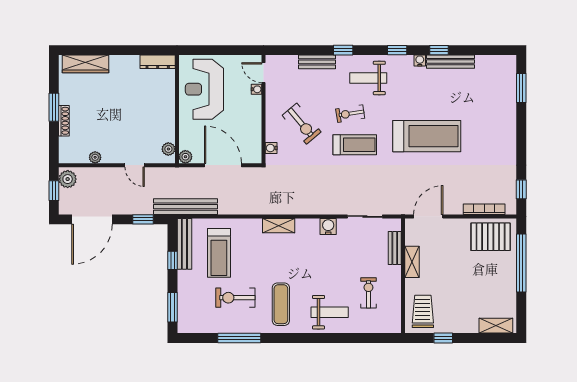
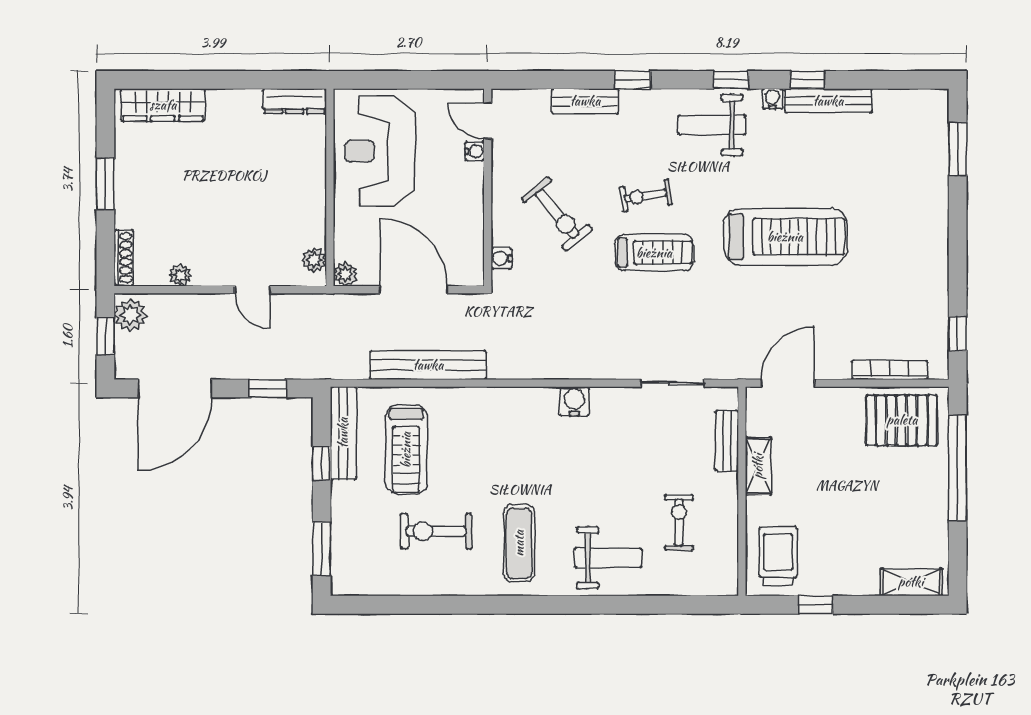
weight bench: (368, 78) -> (712, 125), moved
shoe rack: (64, 121) -> (124, 258), moved
bench: (186, 207) -> (428, 365), moved
shelving: (279, 226) -> (515, 400), removed
water cooler: (328, 226) -> (574, 401), moved
window: (239, 338) -> (443, 605), removed

